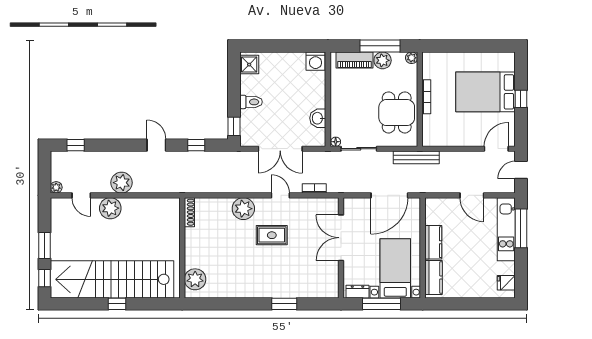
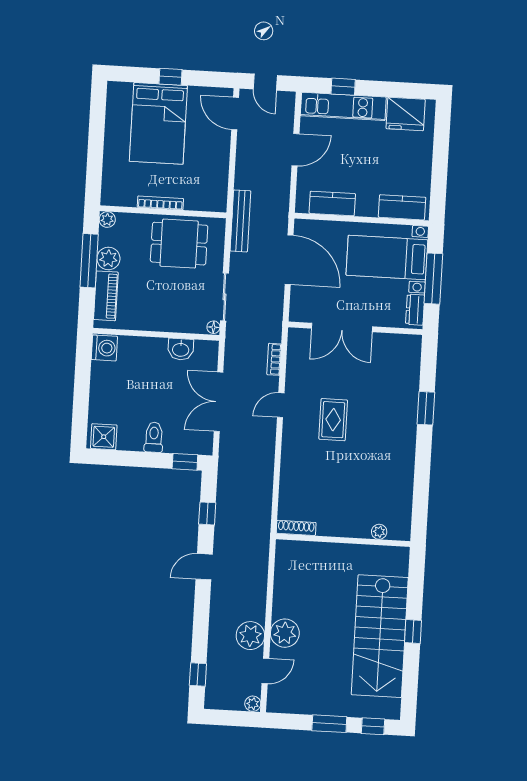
double door: (280, 149) -> (218, 402), swing flipped
plant: (121, 183) -> (250, 636), moved
plant: (243, 209) -> (296, 456), removed
window: (521, 228) -> (343, 87), width x0.46
kitchen counter: (433, 242) -> (332, 203), moved
stairs: (112, 279) -> (380, 636), width x0.73
plant: (195, 279) -> (379, 532), width x0.53, depth x0.53
fridge: (506, 283) -> (406, 114), width x1.88, depth x1.34

